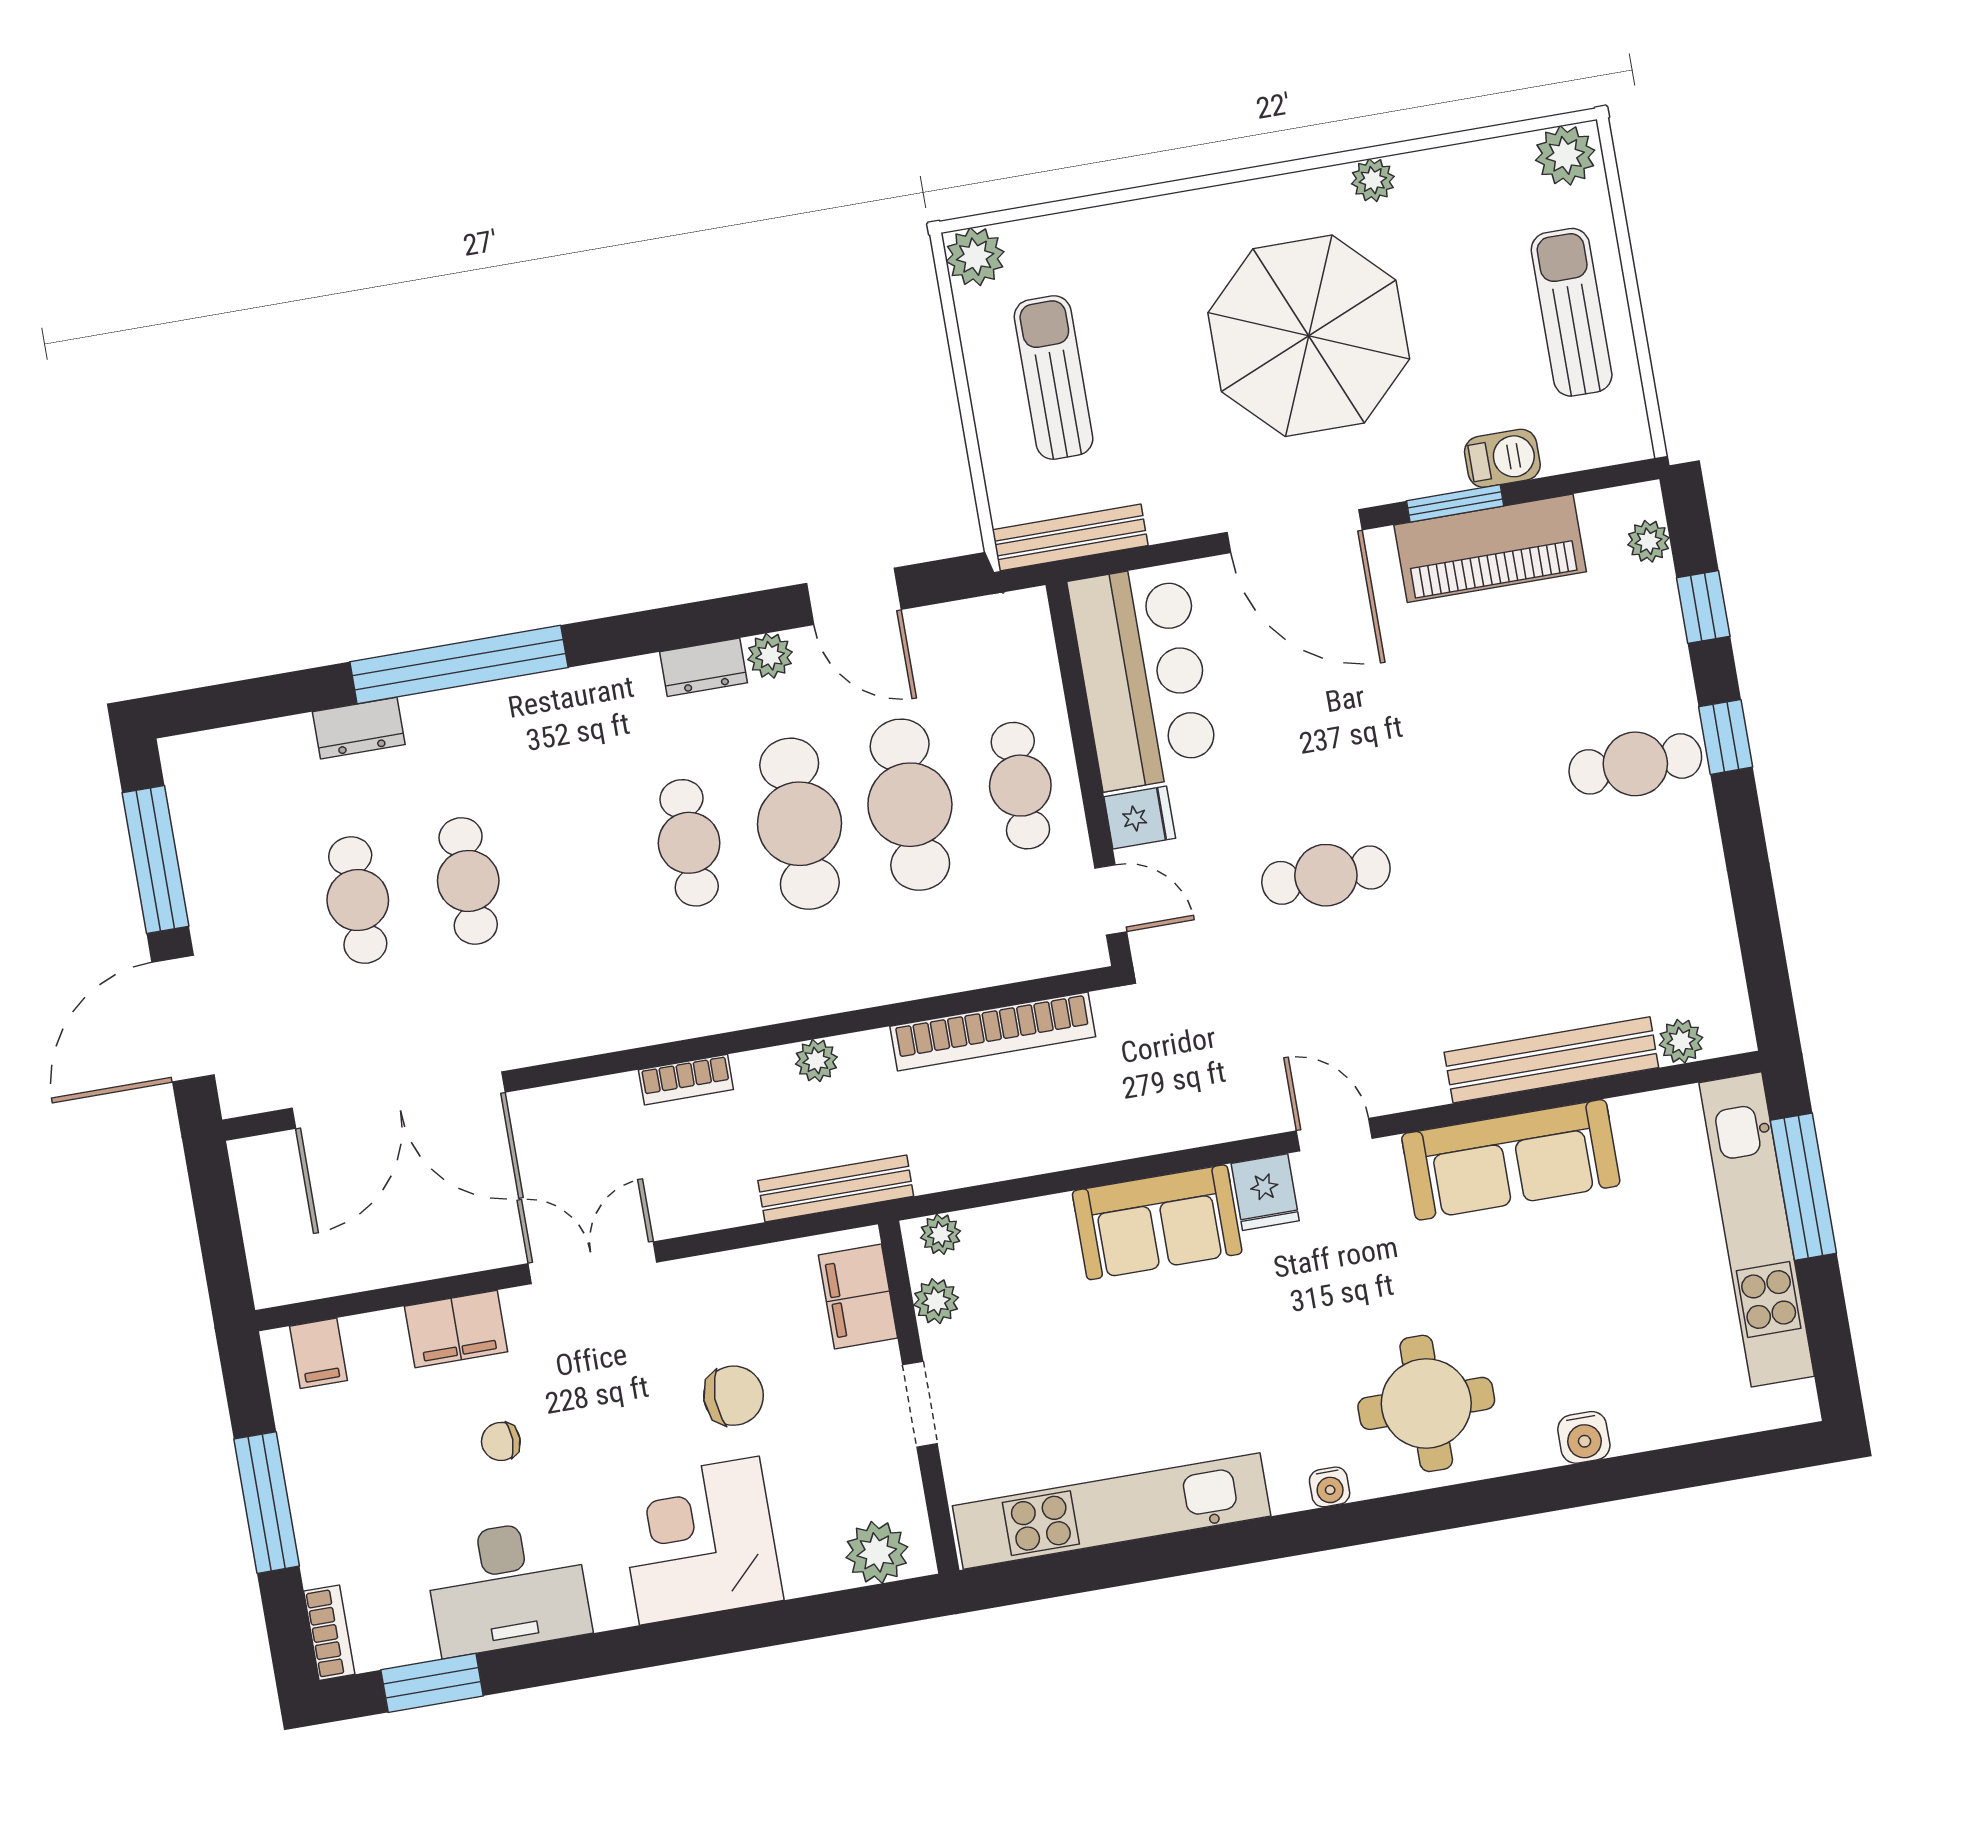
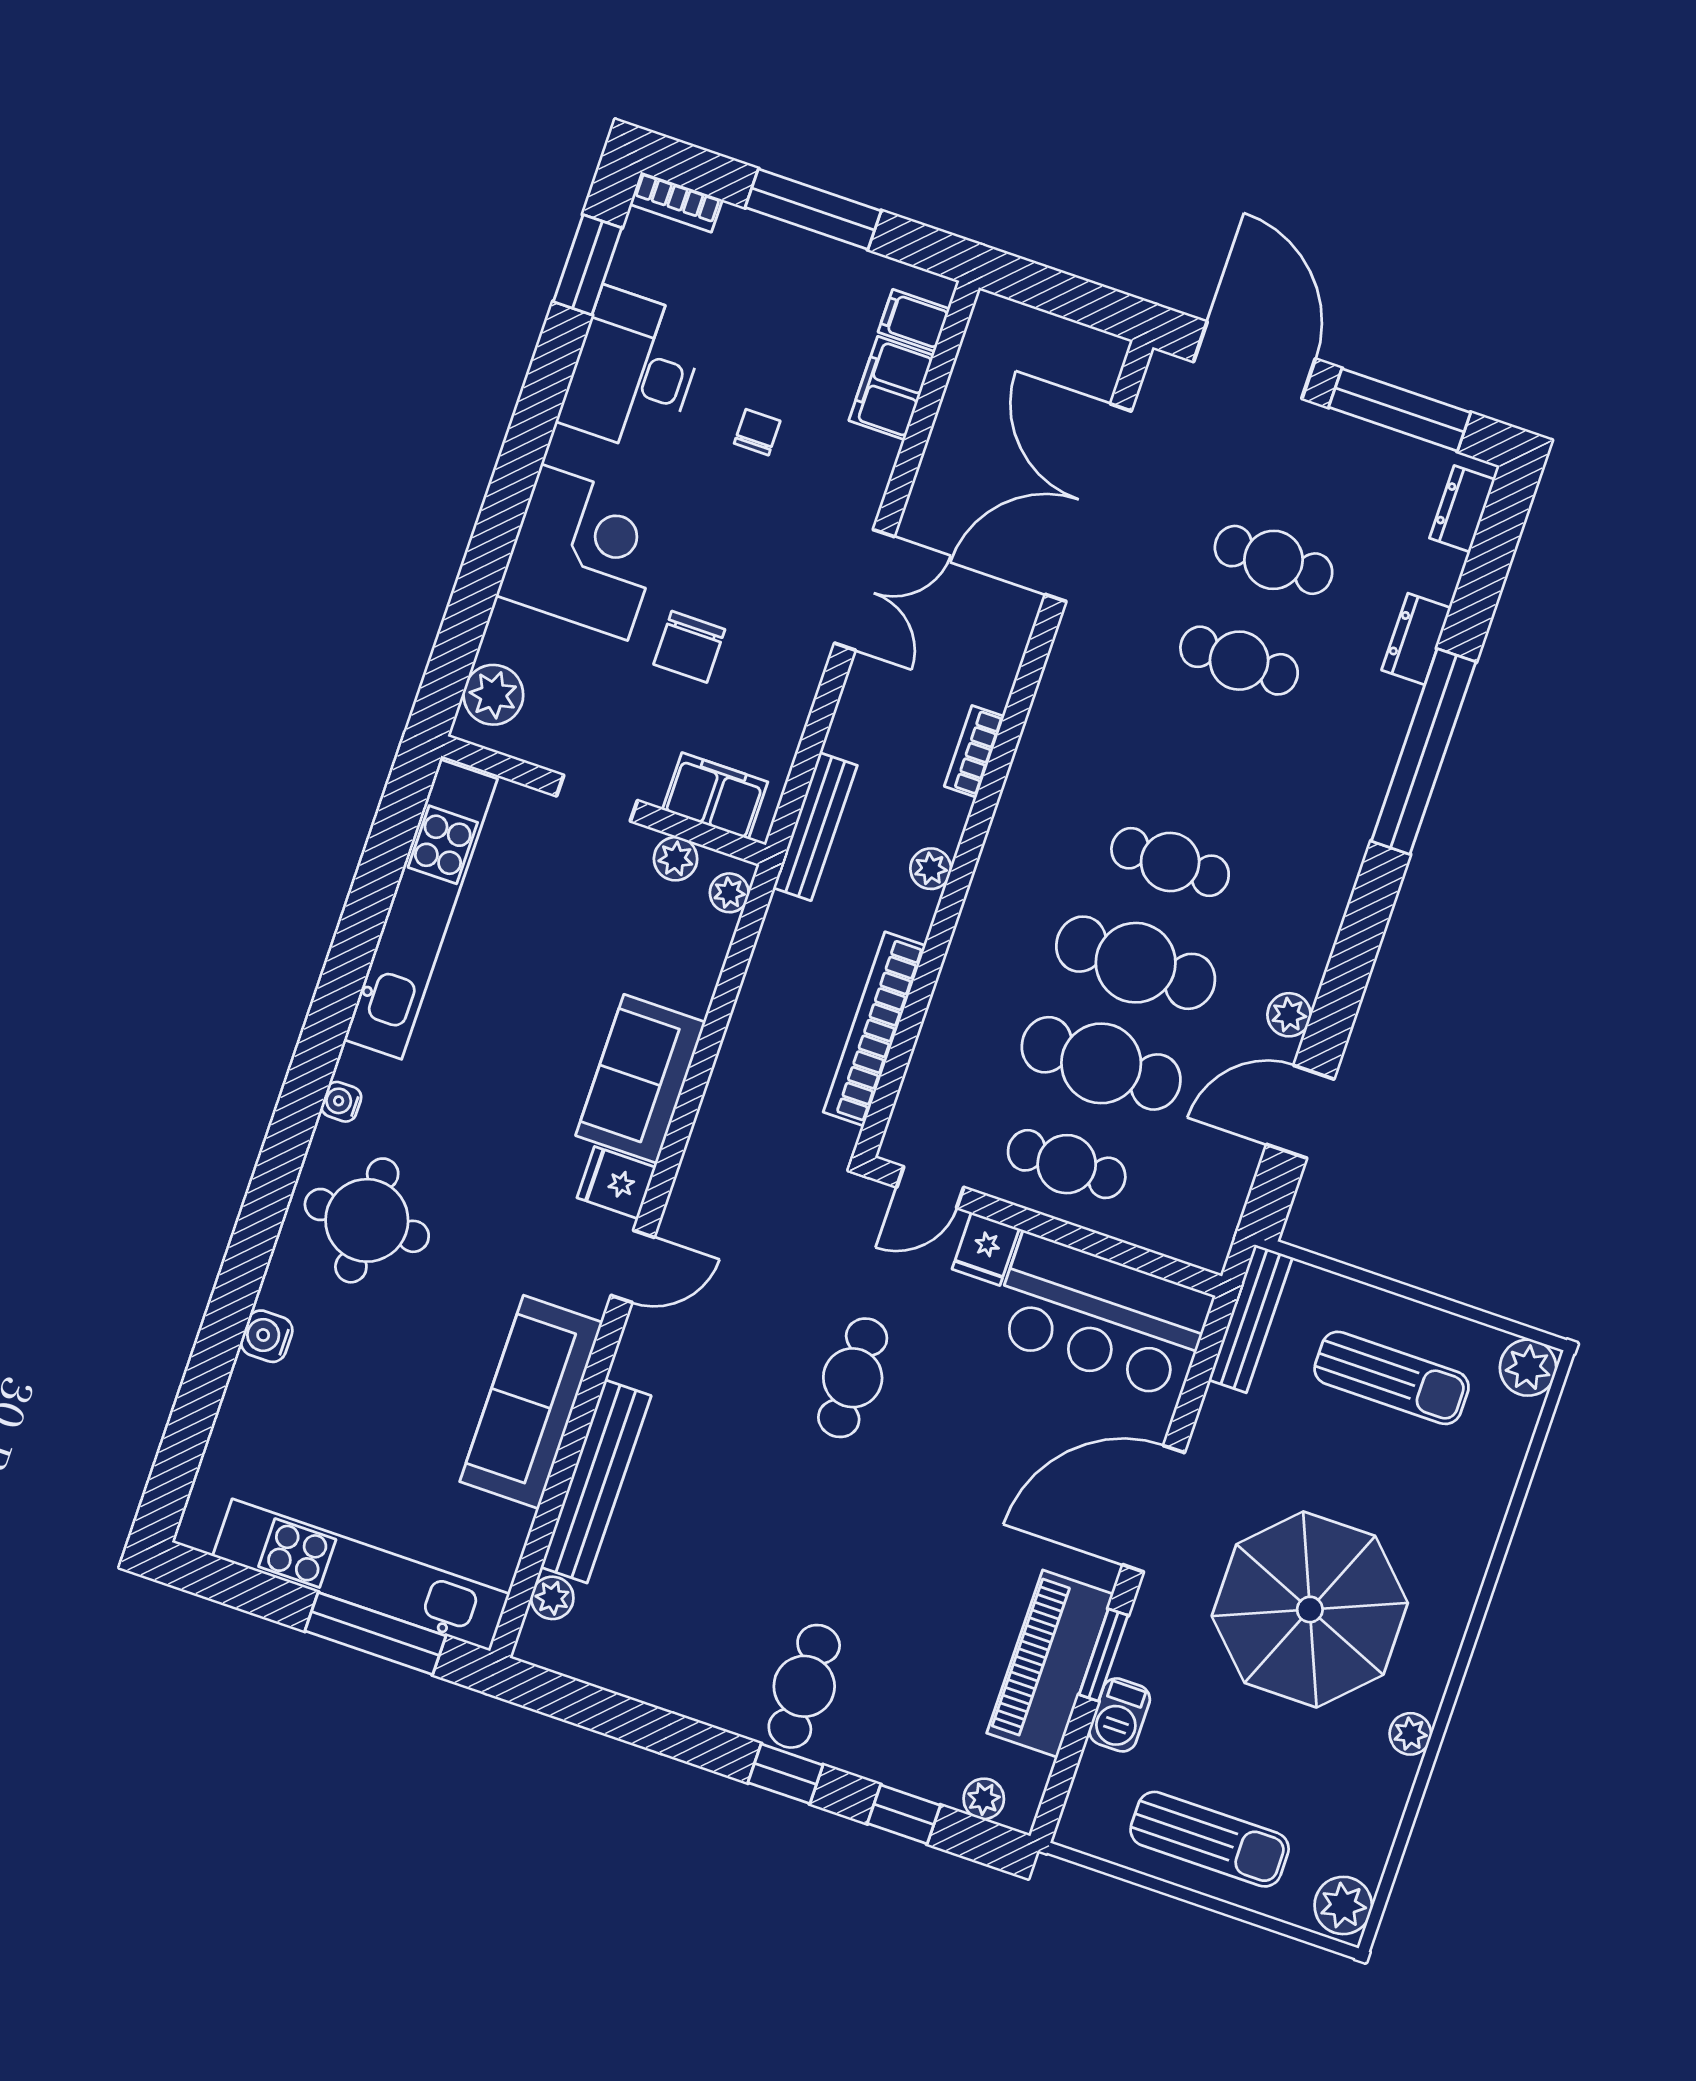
dresser: (703, 667) -> (1462, 509), moved
filing cabinet: (456, 1329) -> (891, 388), moved

